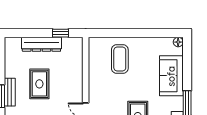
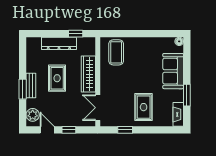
coffee table: (120, 59) -> (116, 52), moved
wardrobe: (75, 79) -> (88, 74), added

